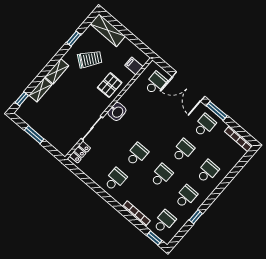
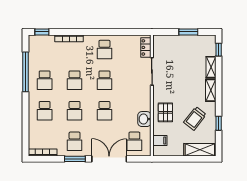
washbasin: (117, 112) -> (144, 119), moved
window: (196, 217) -> (26, 72), width x3.17
school desk: (164, 222) -> (104, 111), moved

